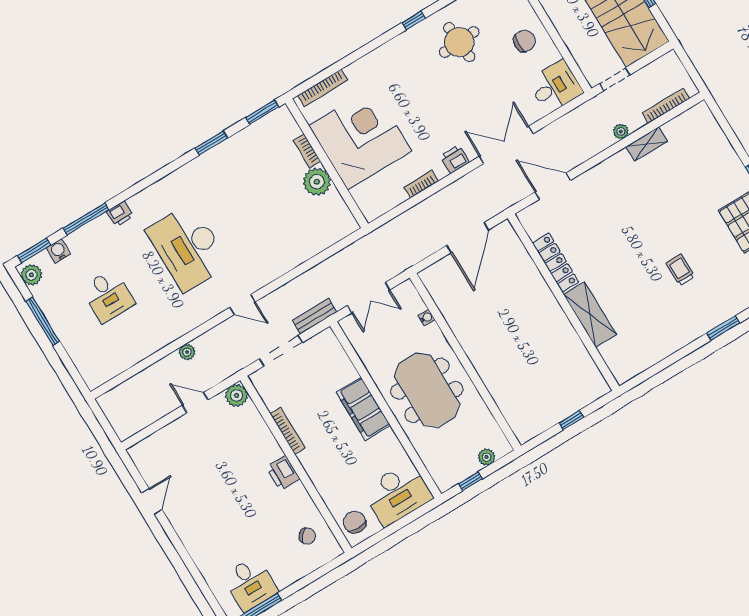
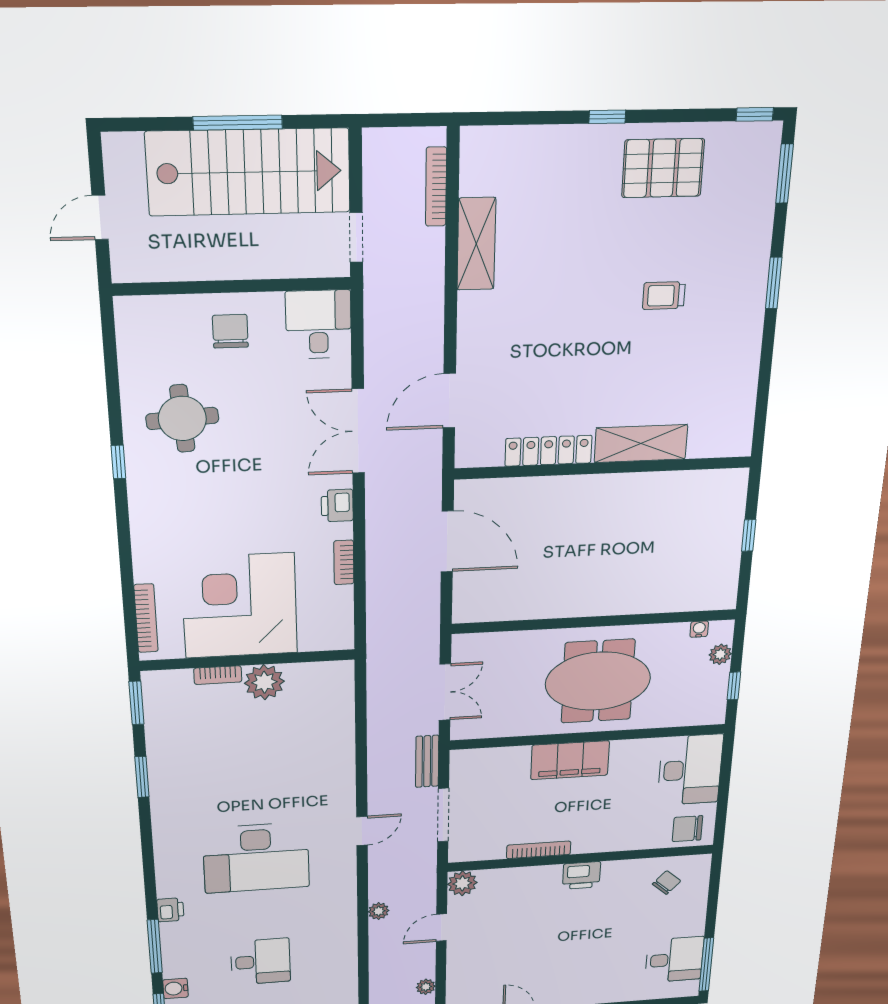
plant: (621, 131) -> (426, 987), moved
shelving: (647, 144) -> (476, 244), width x1.50, depth x1.33
water cooler: (427, 317) -> (699, 629), moved

